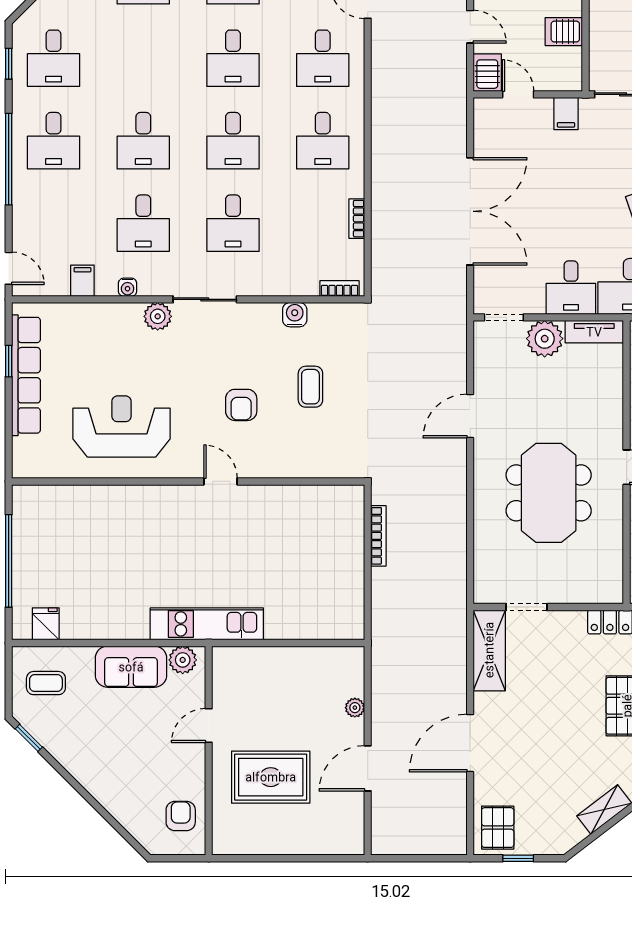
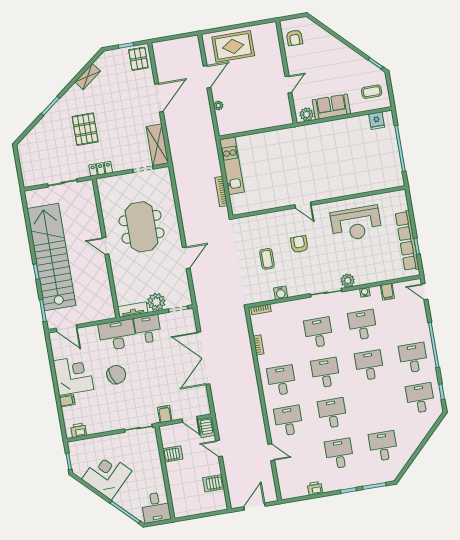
kitchen unit: (207, 624) -> (232, 166), moved, turned -90
rug: (271, 777) -> (233, 46), moved

